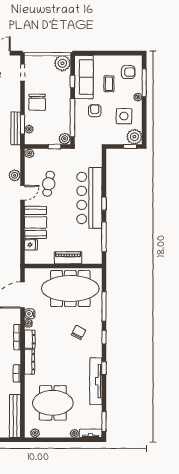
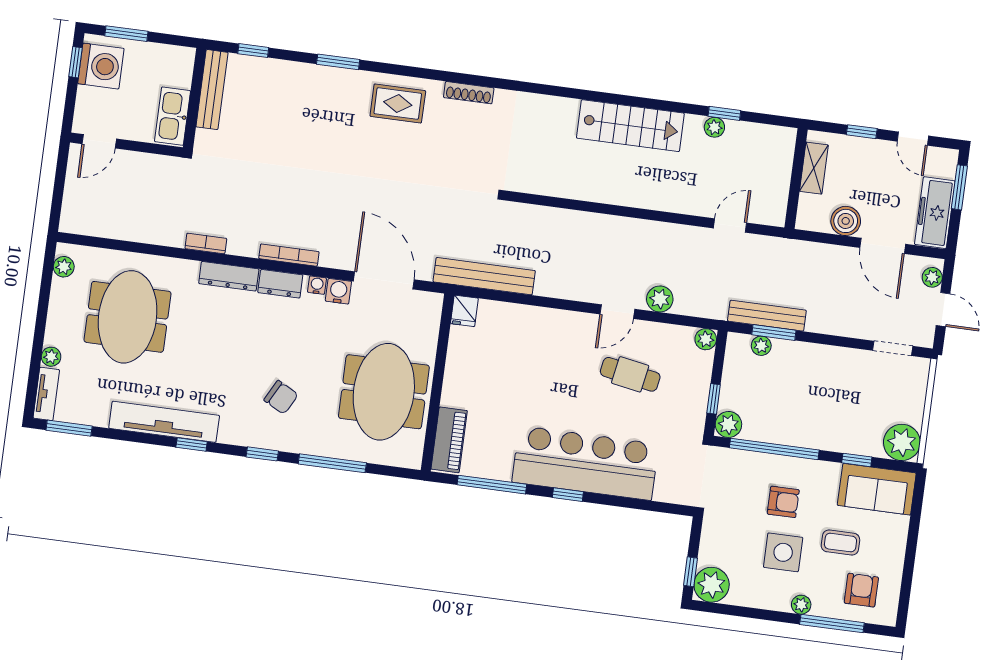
armchair: (128, 72) -> (861, 590), turned 180
sofa: (84, 77) -> (877, 489), width x0.73
chair: (37, 102) -> (820, 373), removed
side table: (124, 116) -> (783, 552), moved
door: (23, 193) -> (617, 312), hinge flipped
booth: (36, 222) -> (546, 332), removed
fridge: (31, 245) -> (464, 311), moved
piano: (68, 258) -> (449, 440), moved
meeting table: (70, 289) -> (384, 392), width x0.73
bench: (15, 416) -> (484, 276), moved

